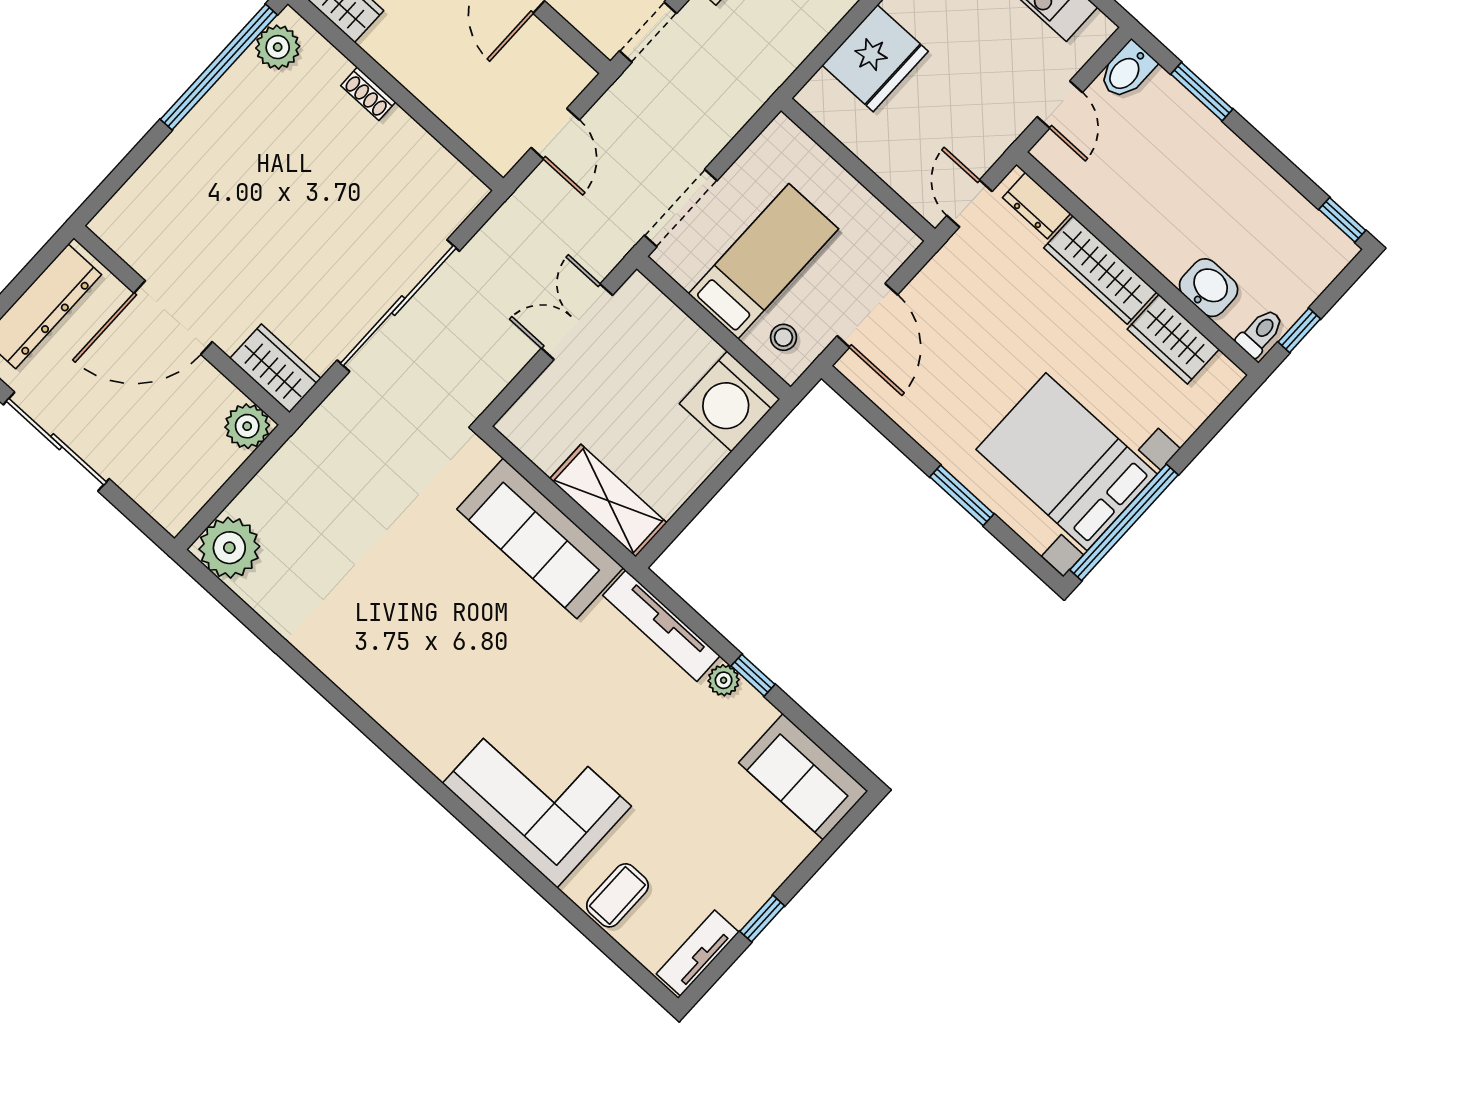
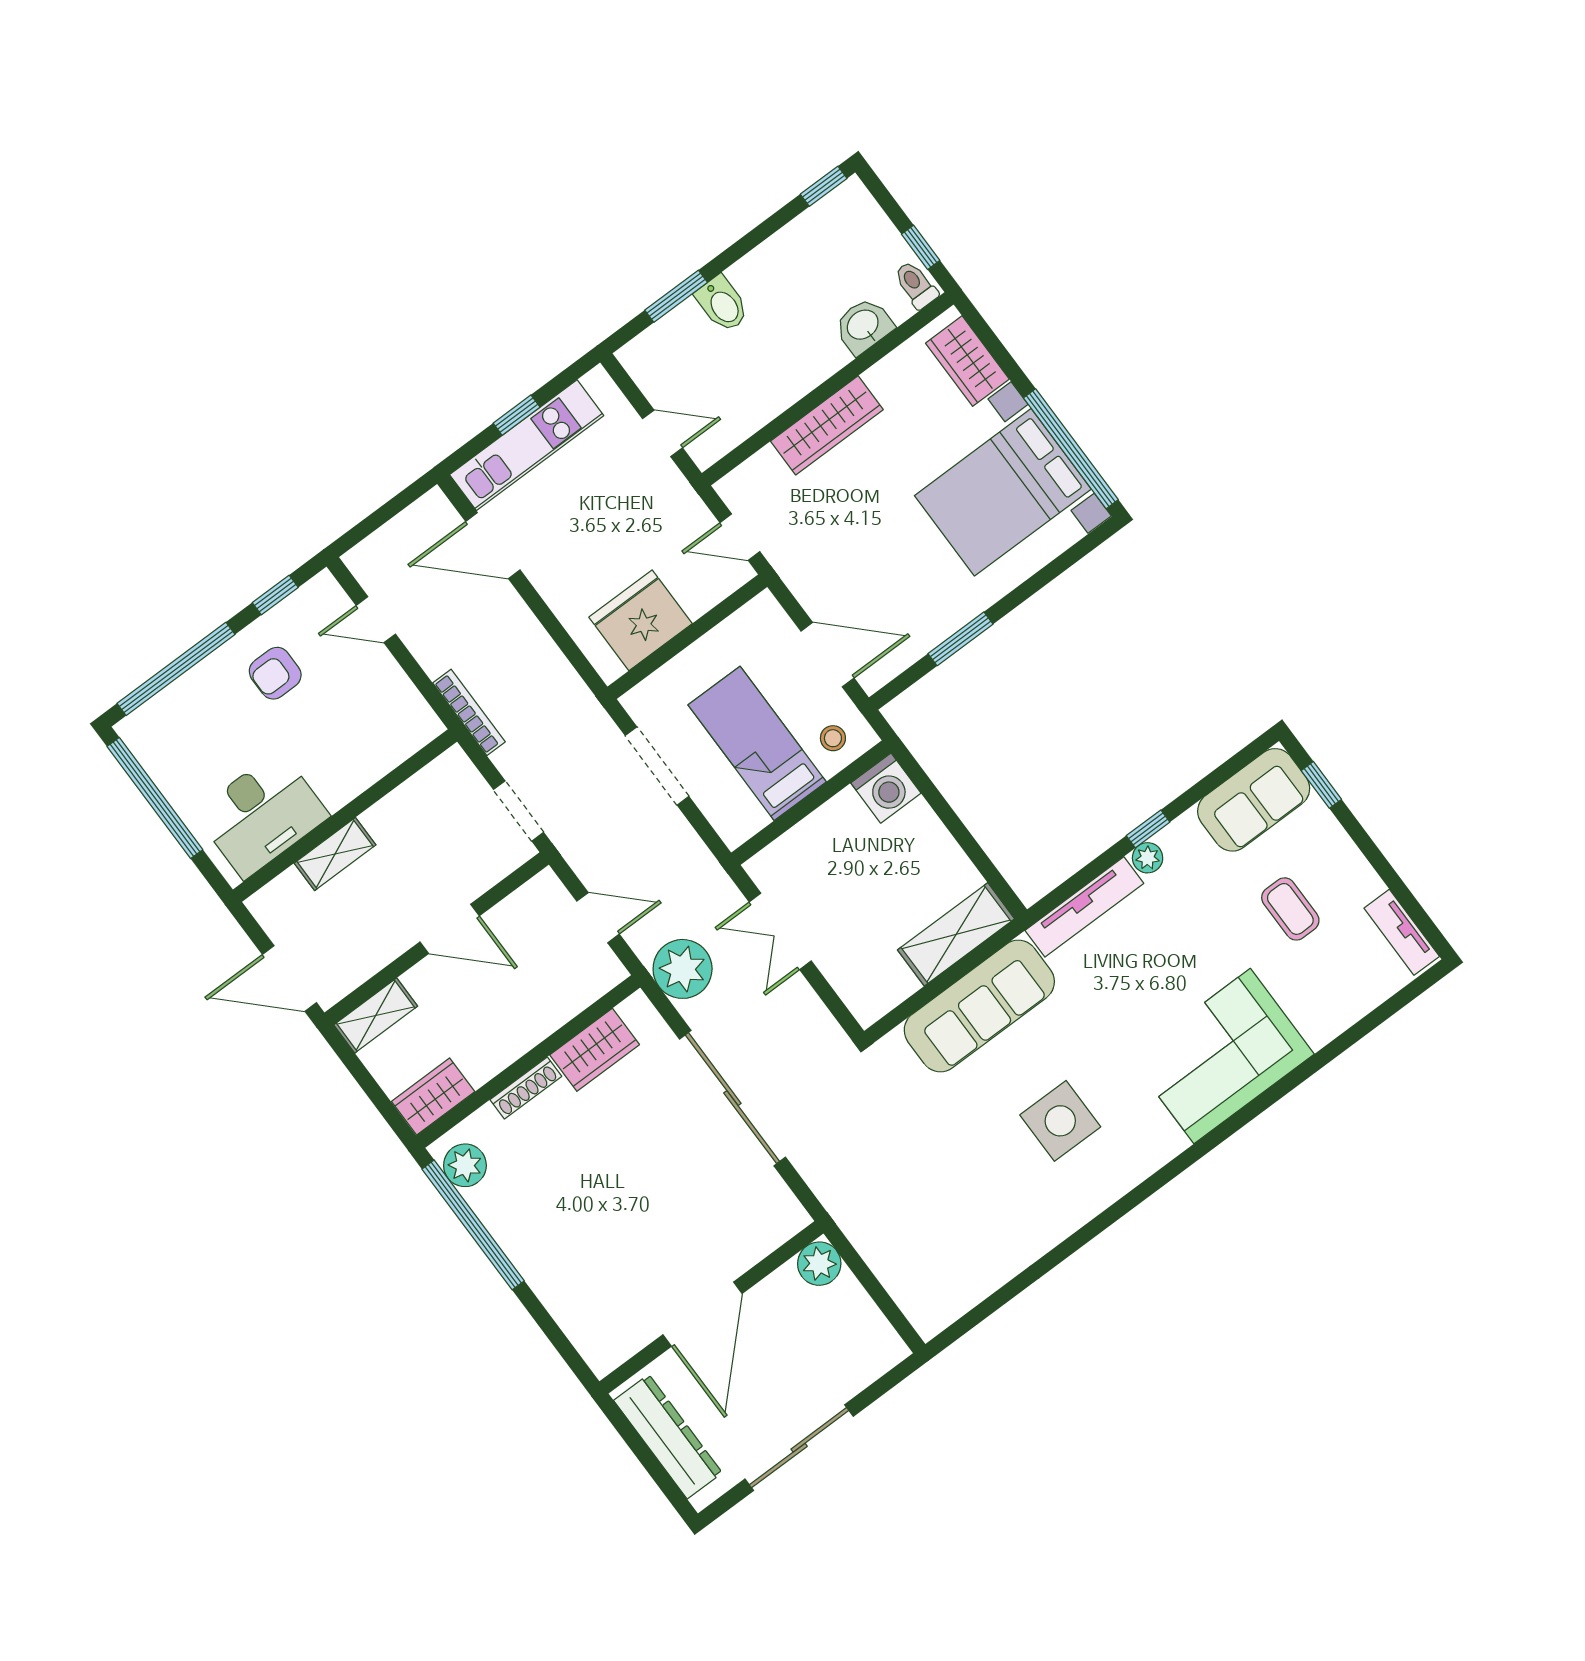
fridge: (875, 58) -> (640, 620), moved, turned -90
bidet: (1127, 71) -> (722, 304), moved
shoe rack: (368, 94) -> (526, 1088), width x1.43
dresser: (1037, 206) -> (754, 474), removed
doorway: (681, 208) -> (657, 766), moved
wardrobe: (1173, 339) -> (967, 361), moved, turned 90
wardrobe: (275, 368) -> (595, 1050), moved, turned 180
washing machine: (730, 401) -> (886, 788), width x0.73, depth x0.73
window: (962, 495) -> (961, 639), moved
plant: (229, 548) -> (683, 969), moved
side table: (439, 643) -> (1060, 1121), added
coffee table: (617, 895) -> (1290, 909), moved
window: (762, 919) -> (1321, 785), moved

